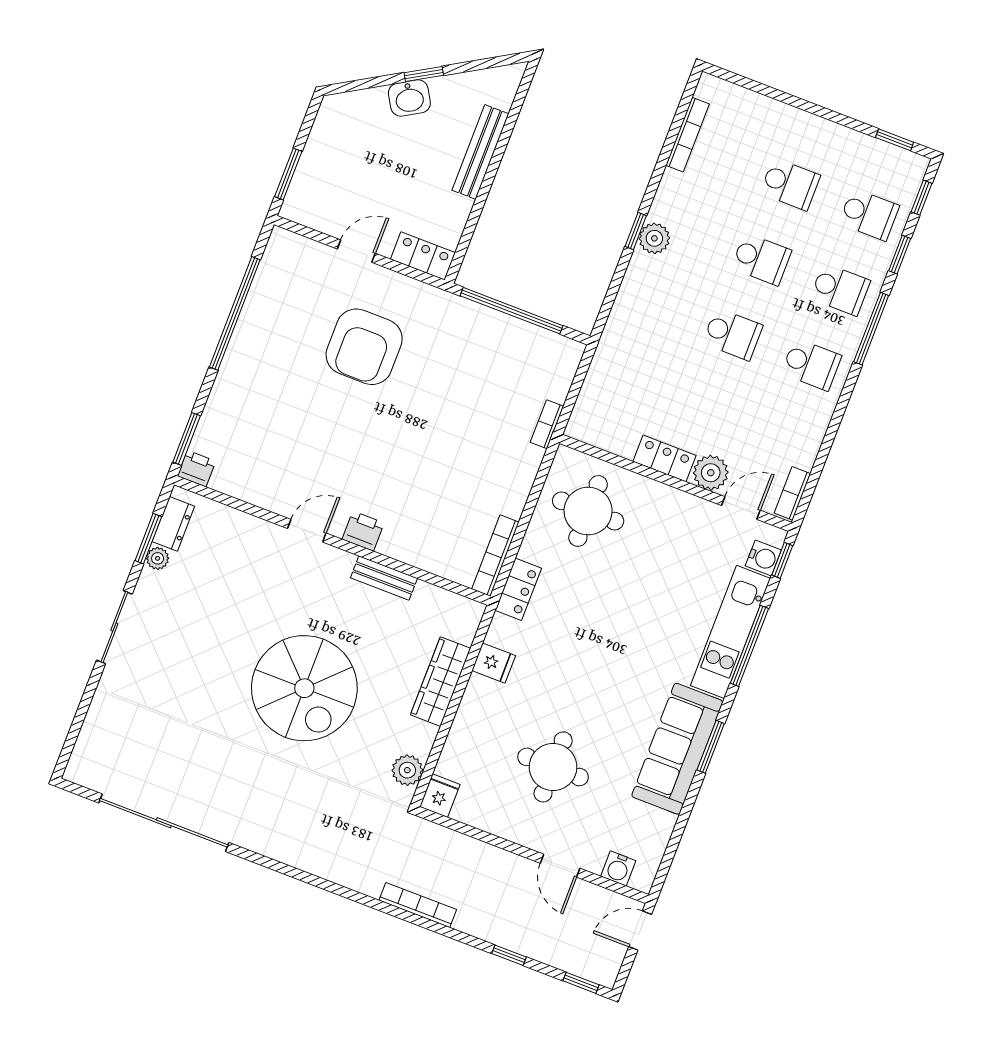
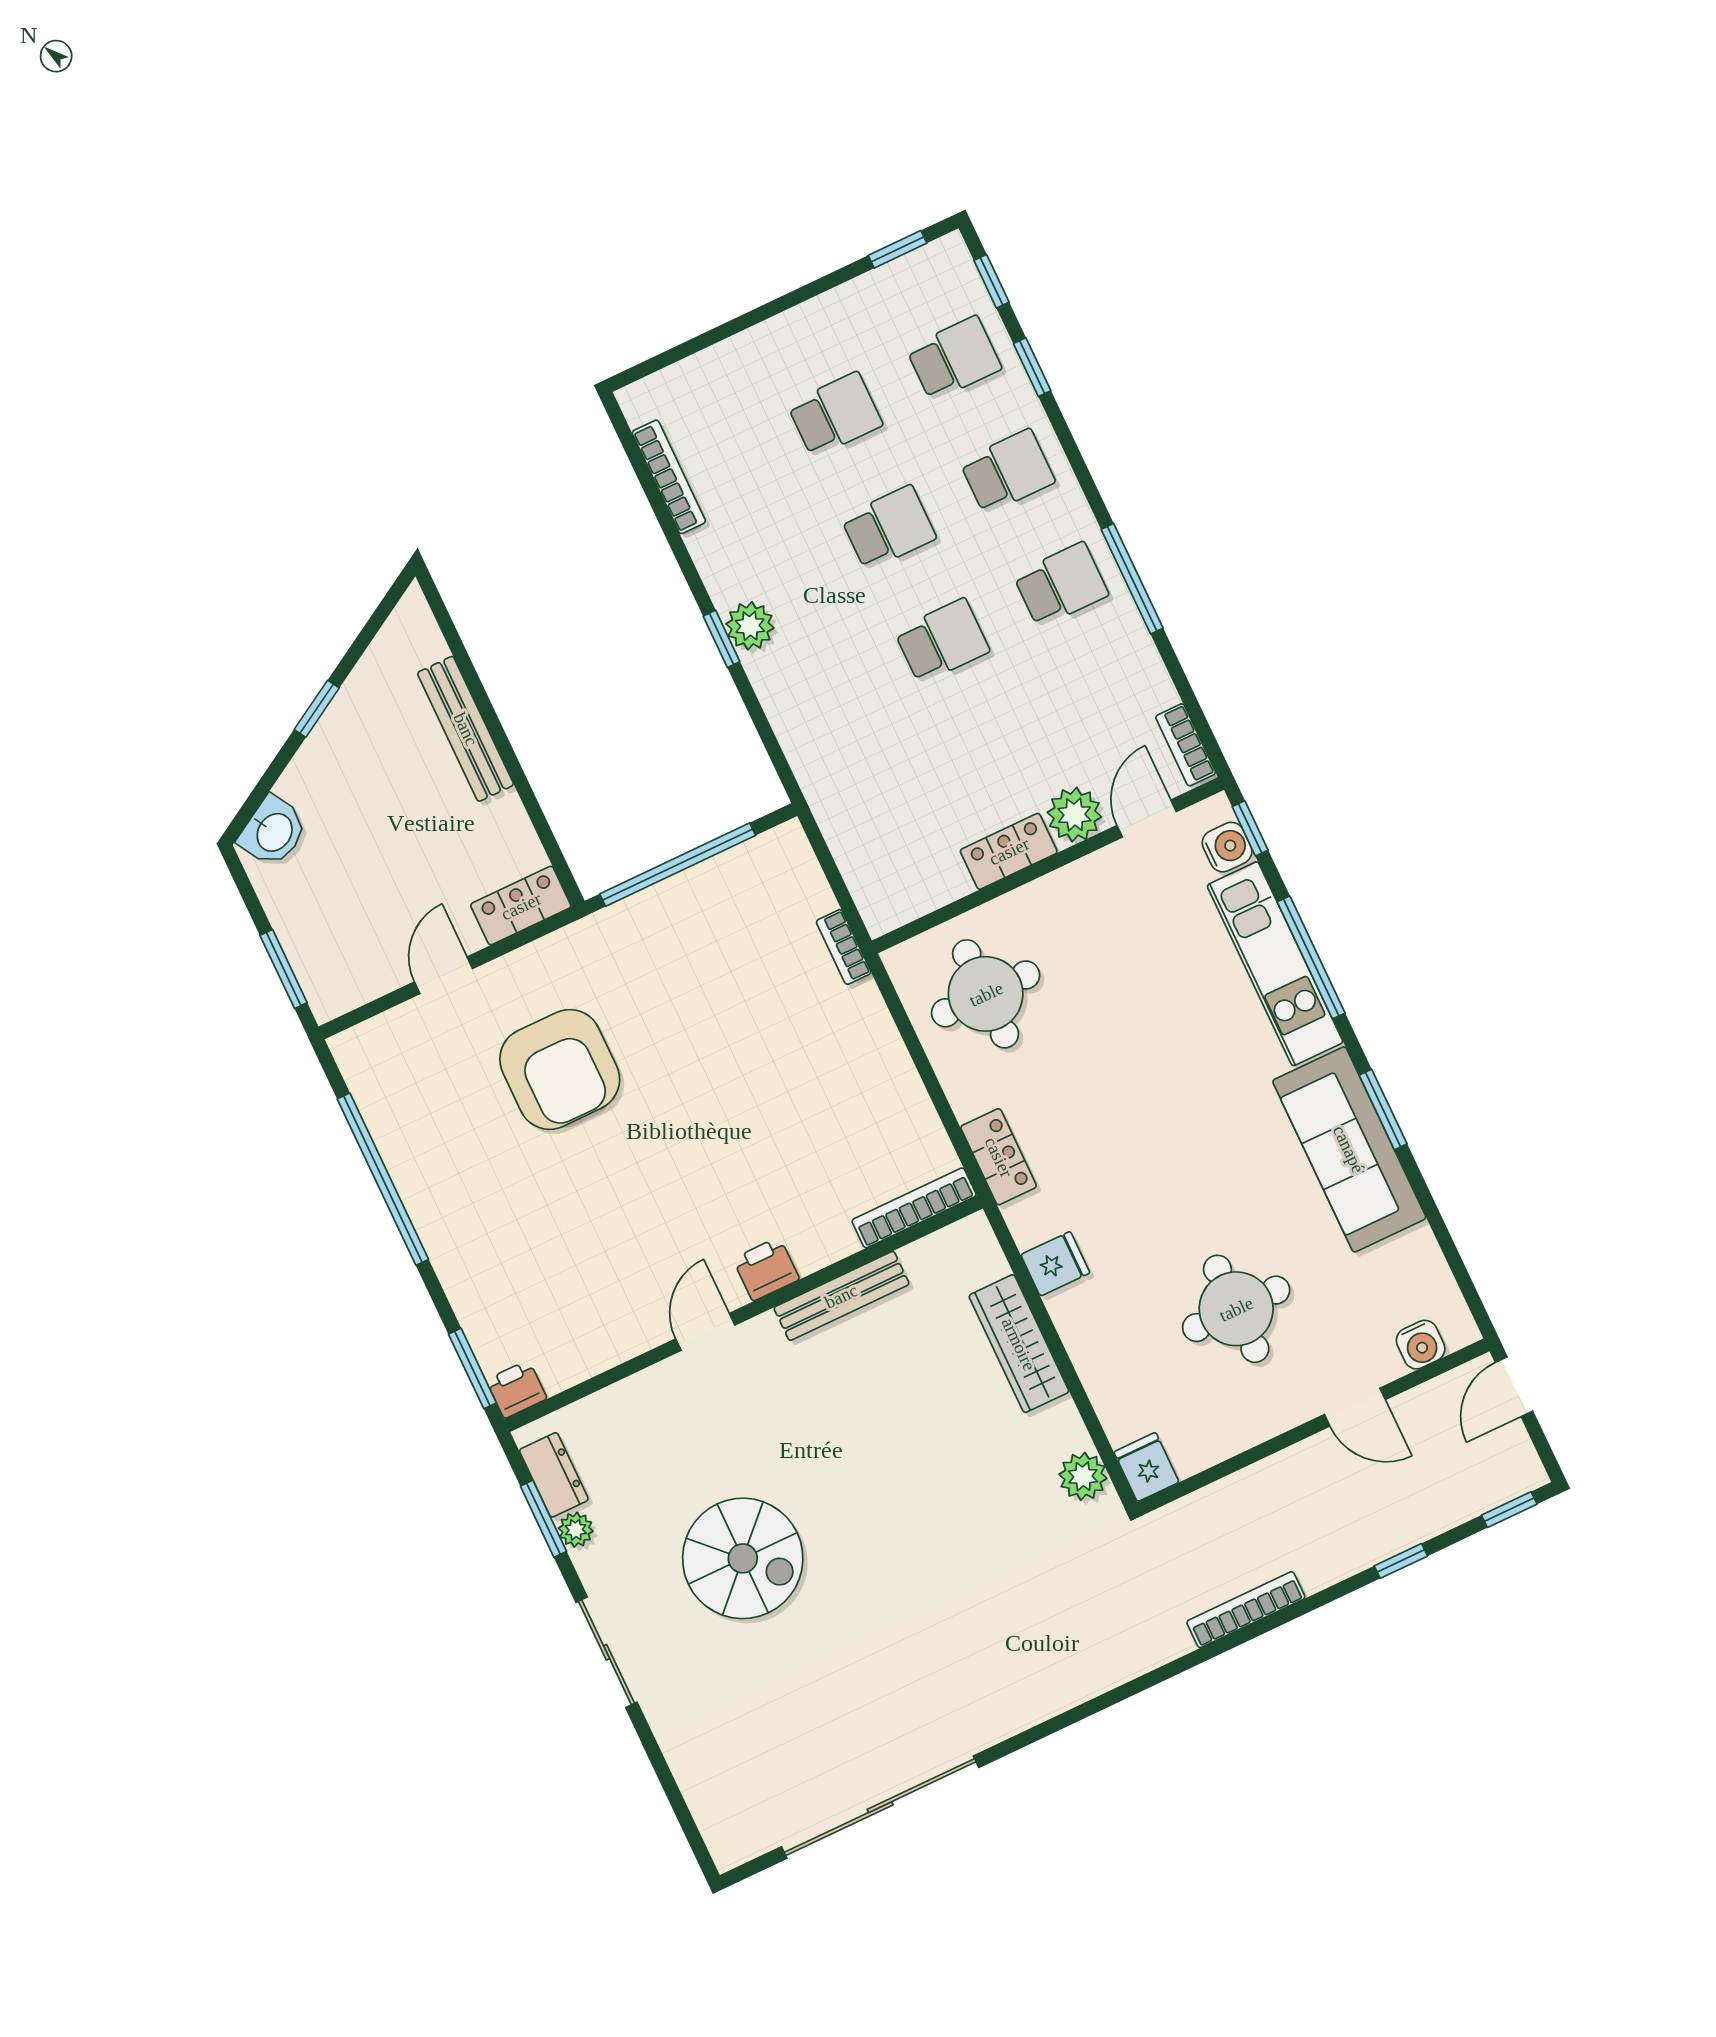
washbasin: (409, 98) -> (273, 832), moved
window: (871, 329) -> (1132, 579), moved
bookcase: (495, 556) -> (914, 1208), moved, turned 90
bench: (384, 578) -> (841, 1296), width x1.36
spiral stairs: (304, 688) -> (743, 1558), moved, width x0.73, depth x0.73

